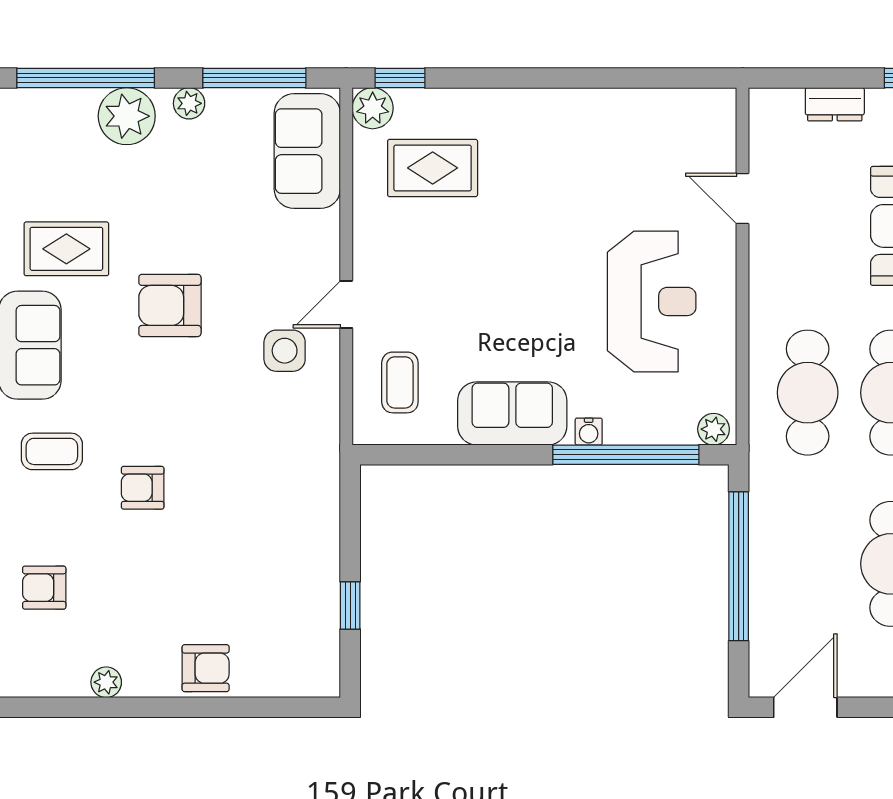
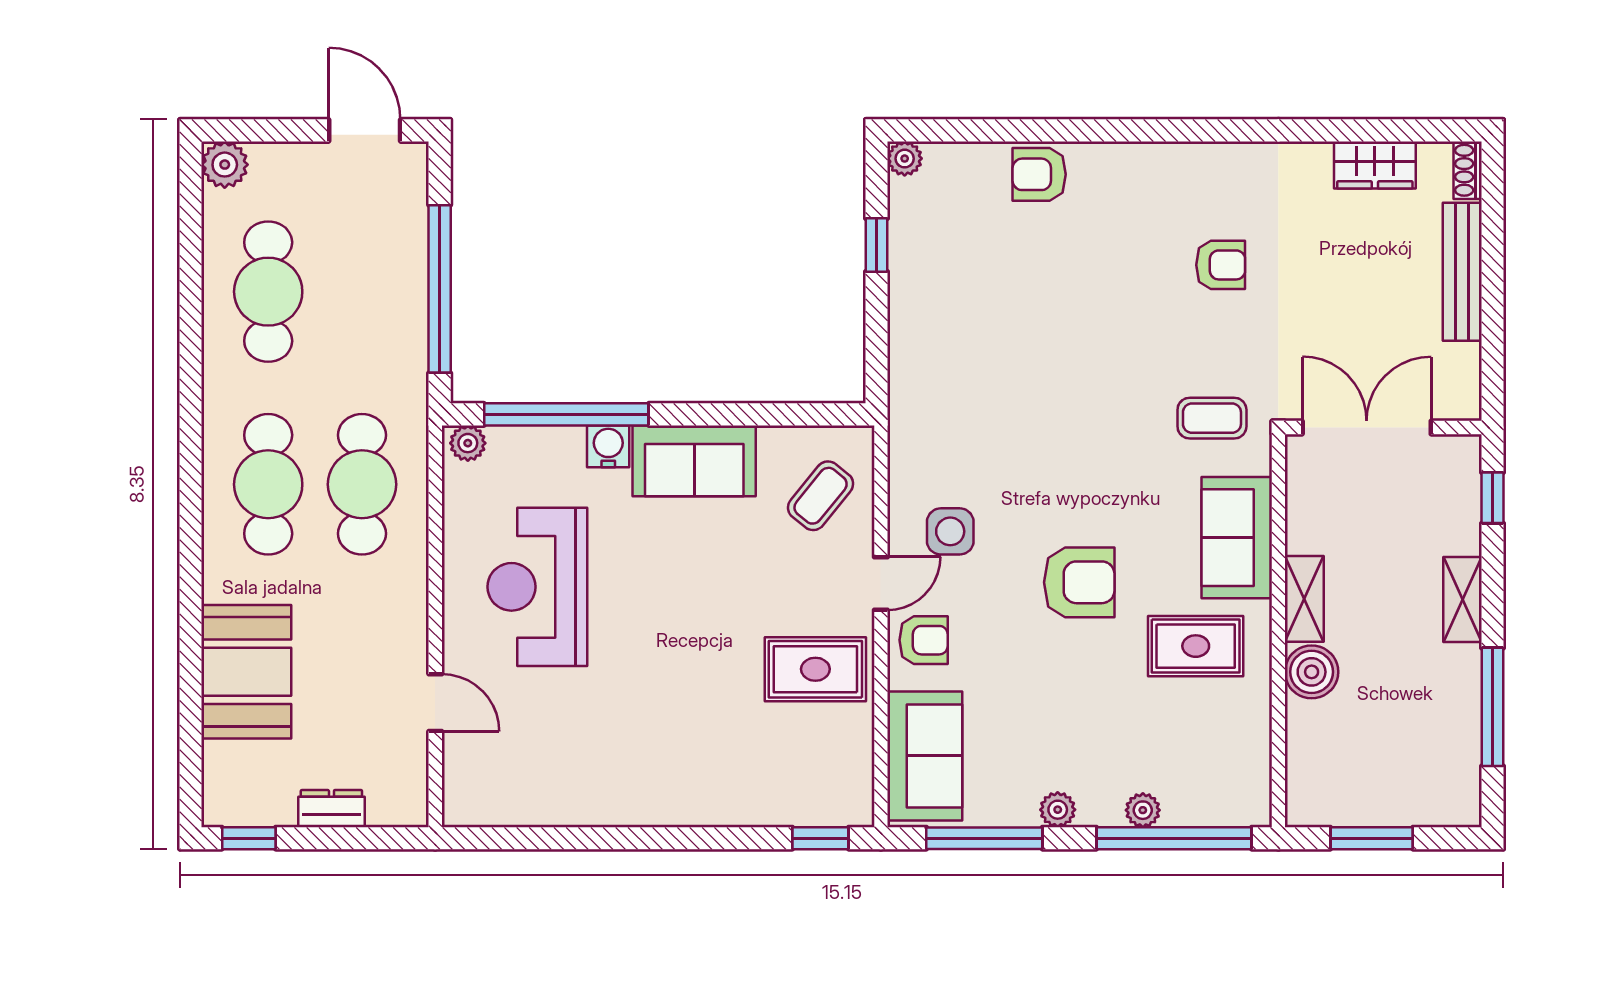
plant: (373, 108) -> (851, 804), removed
plant: (127, 116) -> (1143, 810), width x0.53, depth x0.53
rug: (433, 168) -> (815, 669), moved
coffee table: (400, 382) -> (821, 496), turned 39
water cooler: (589, 432) -> (608, 446), width x1.38, depth x1.38
armchair: (143, 488) -> (924, 640), moved
plant: (106, 682) -> (905, 159), moved
door: (805, 707) -> (365, 130), swing flipped

